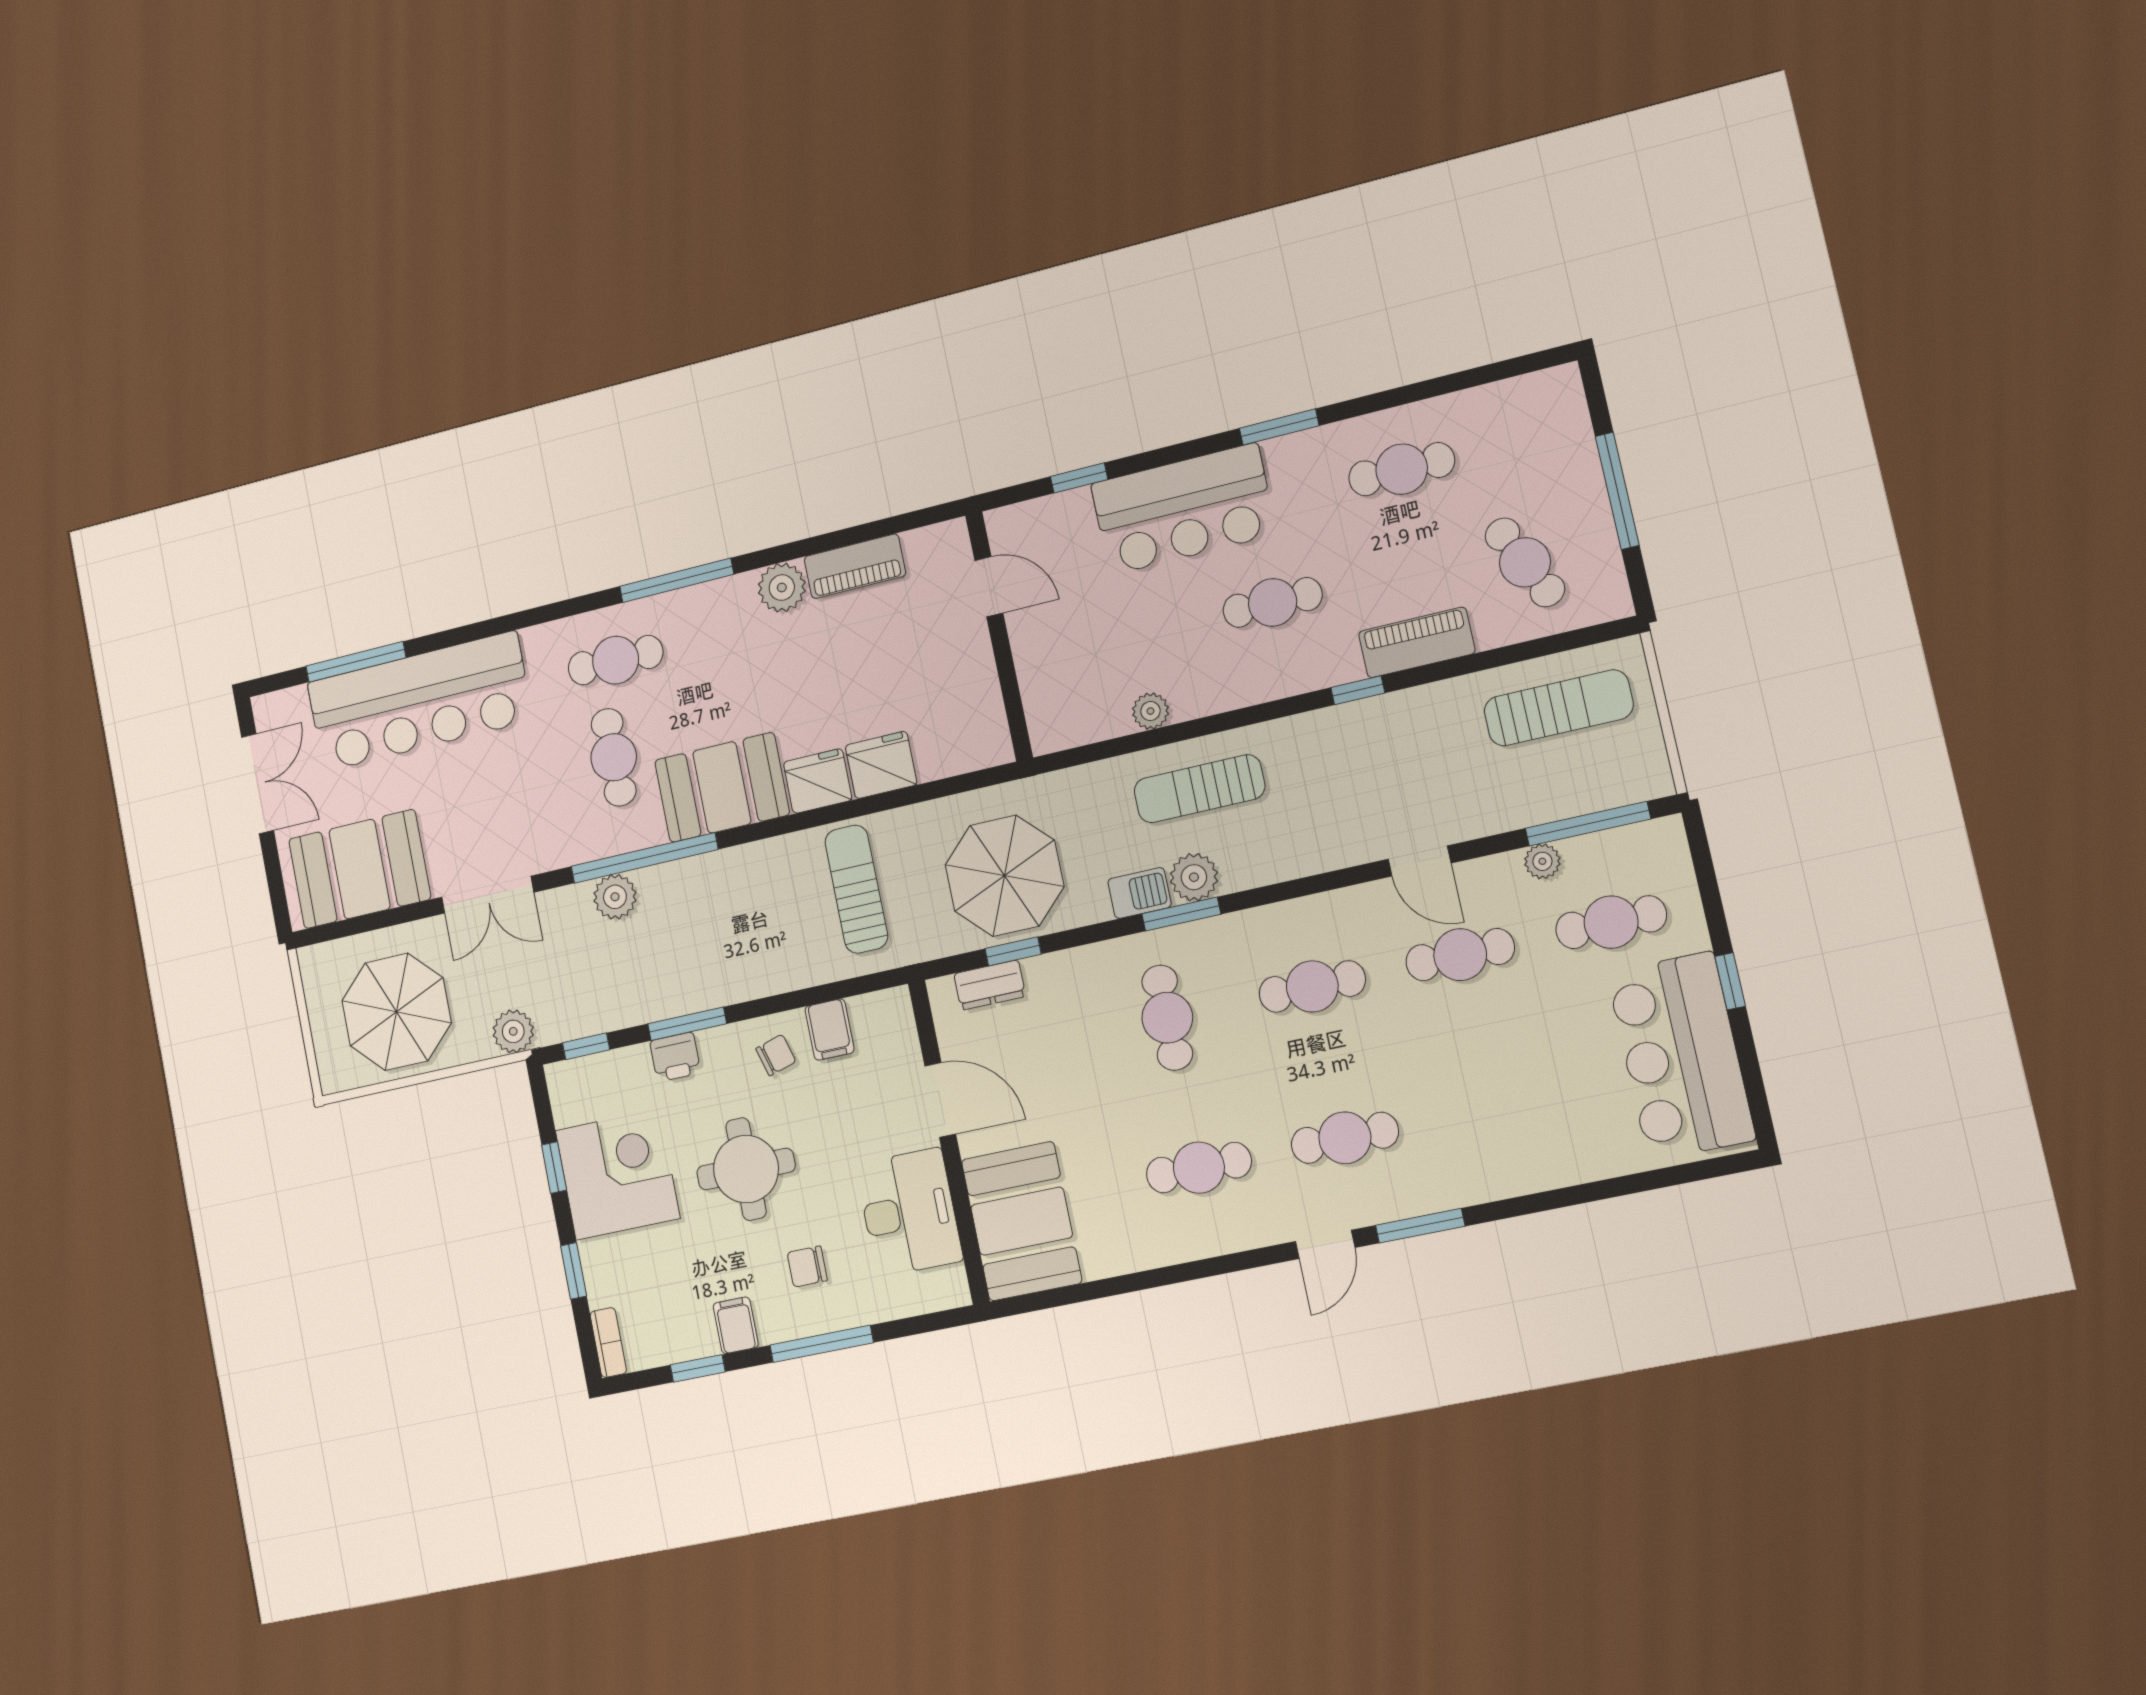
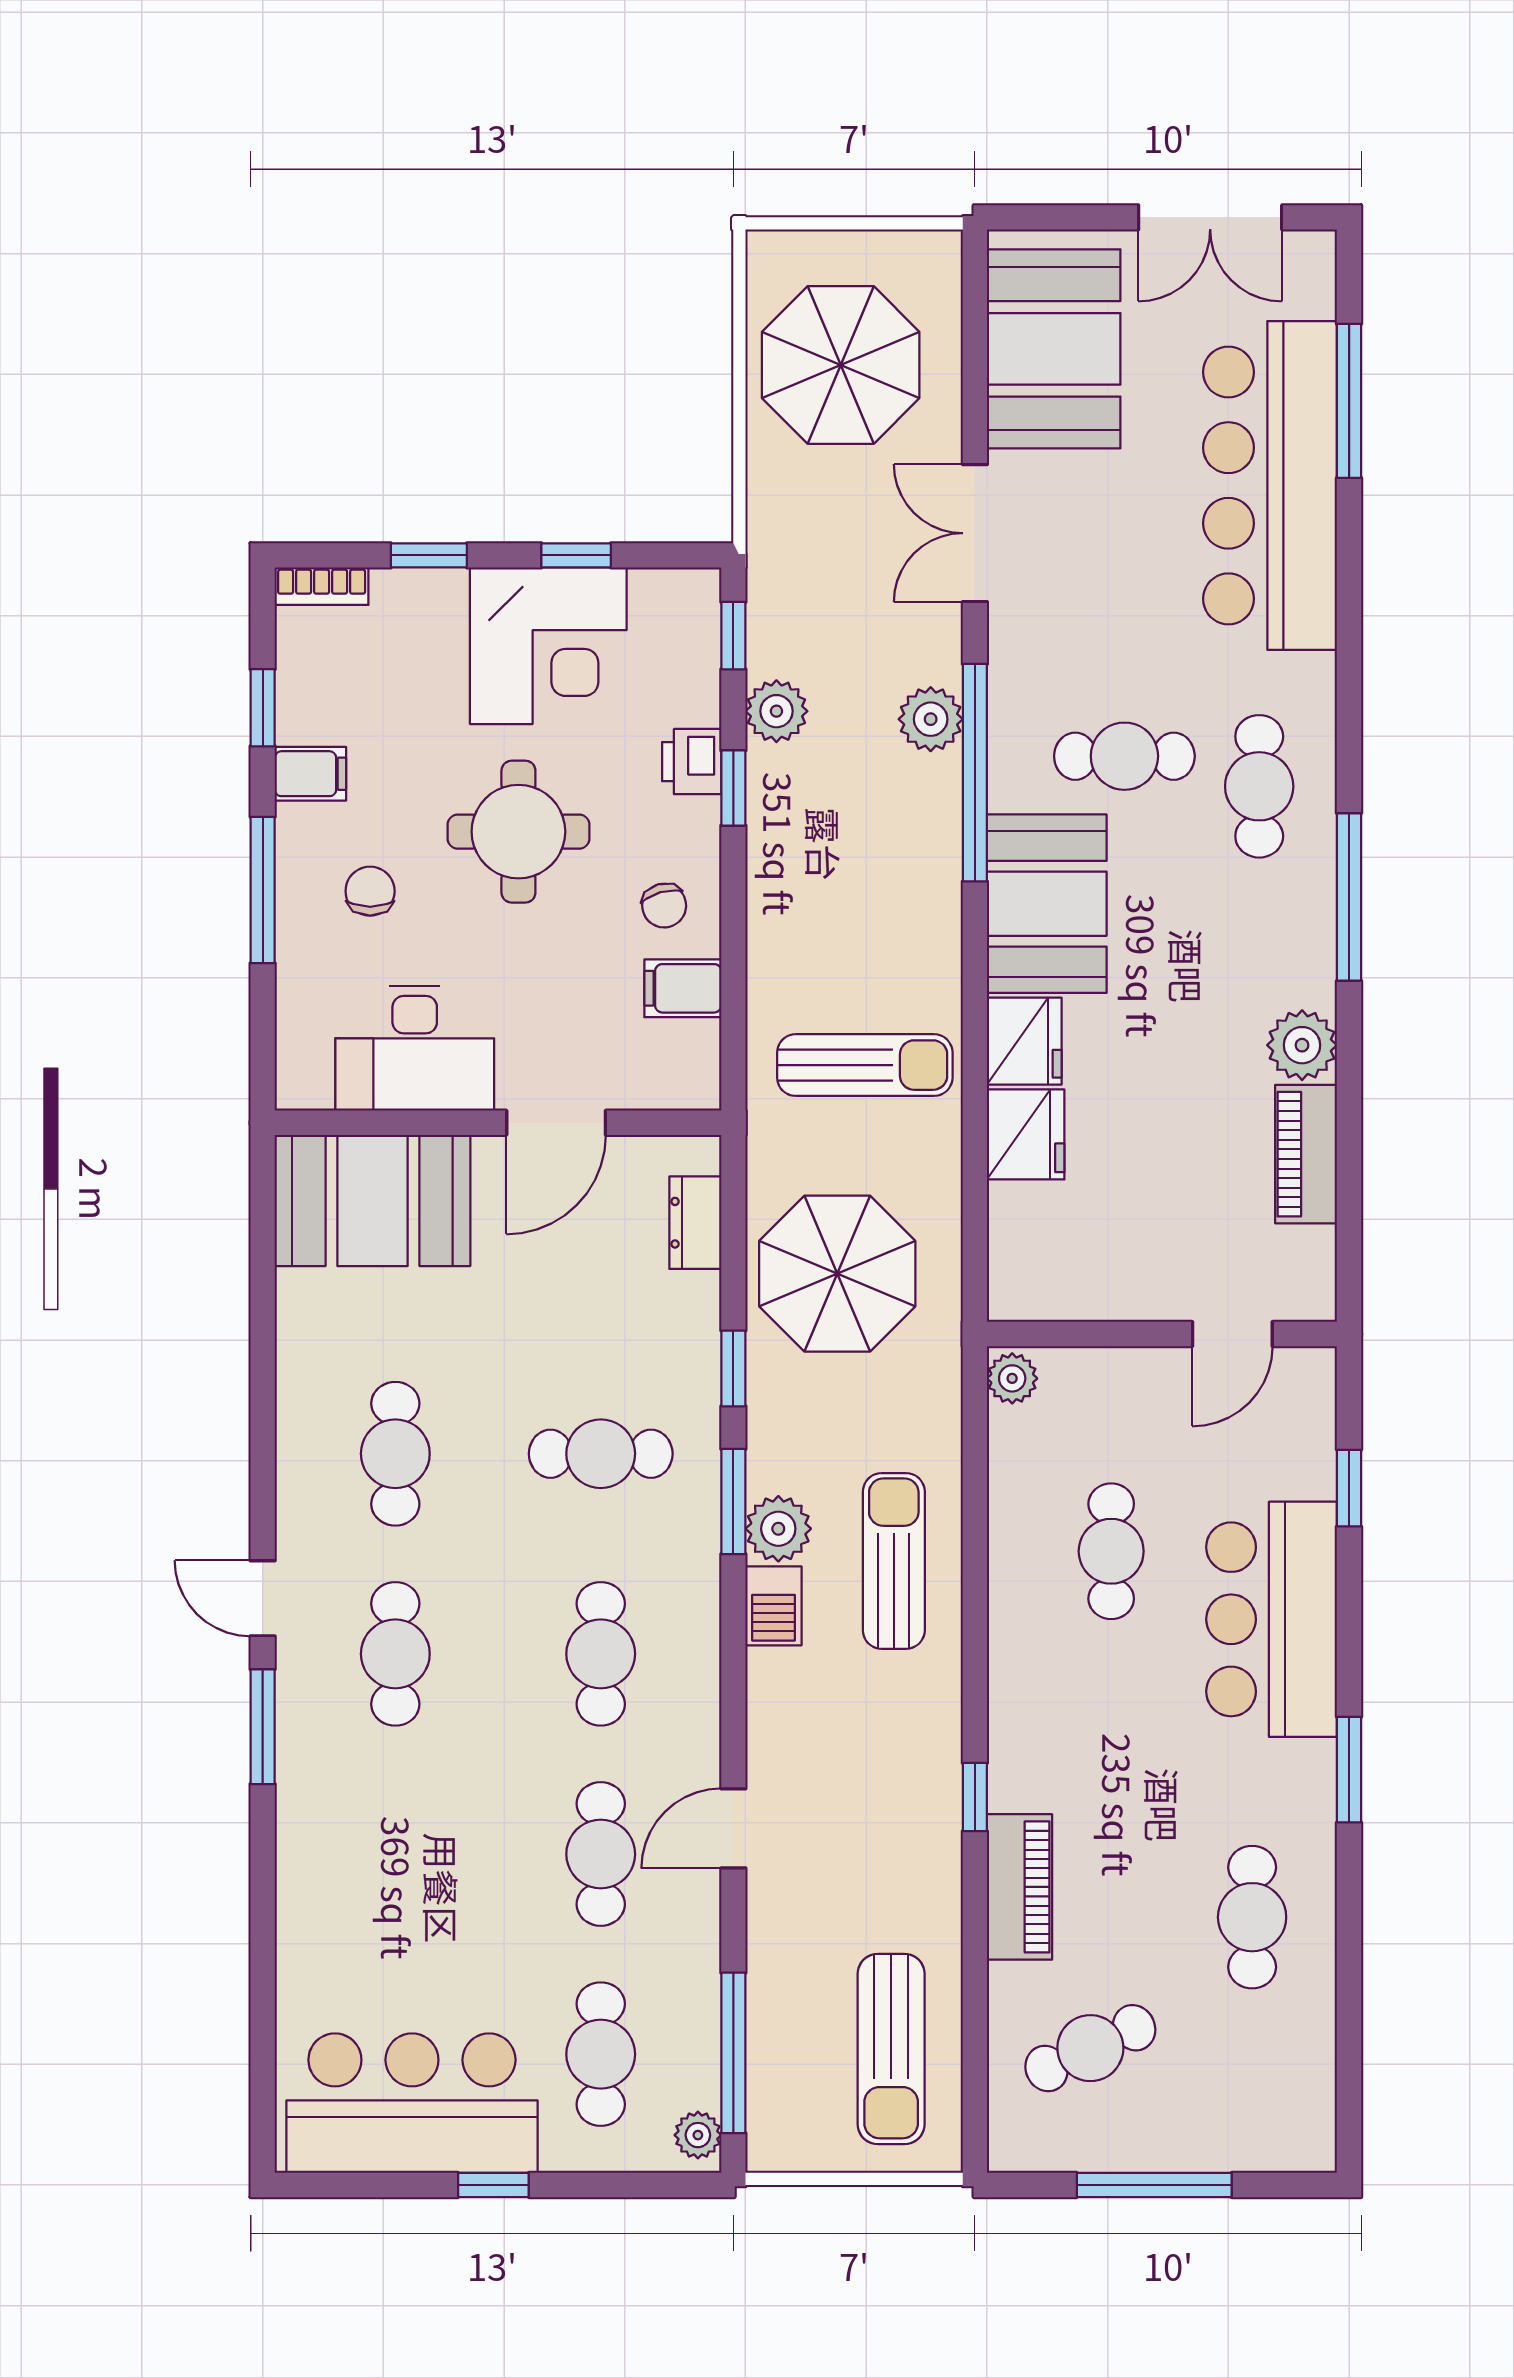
cafe table: (1273, 602) -> (1111, 1551), moved
plant: (1150, 711) -> (1012, 1378), moved
plant: (1542, 861) -> (698, 2135), moved
barbecue: (1140, 893) -> (773, 1606), moved
window: (1013, 951) -> (733, 1368), moved
window: (687, 1024) -> (733, 788), width x0.67
plant: (513, 1031) -> (776, 711), moved

